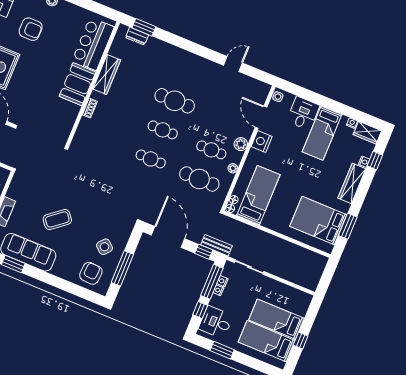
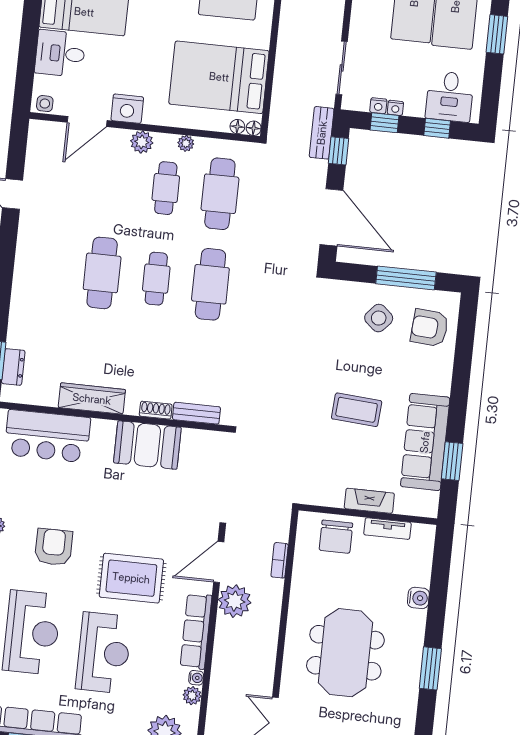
booth: (77, 84) -> (147, 445), moved
bench: (82, 130) -> (196, 413), added
cafe table: (151, 159) -> (210, 284), width x1.37, depth x1.35
bed: (258, 195) -> (219, 77), width x1.50
coffee table: (57, 219) -> (357, 410), turned -47
door: (168, 237) -> (331, 217), swing flipped
window: (212, 282) -> (384, 123), width x0.46
window: (222, 350) -> (497, 34), moved

